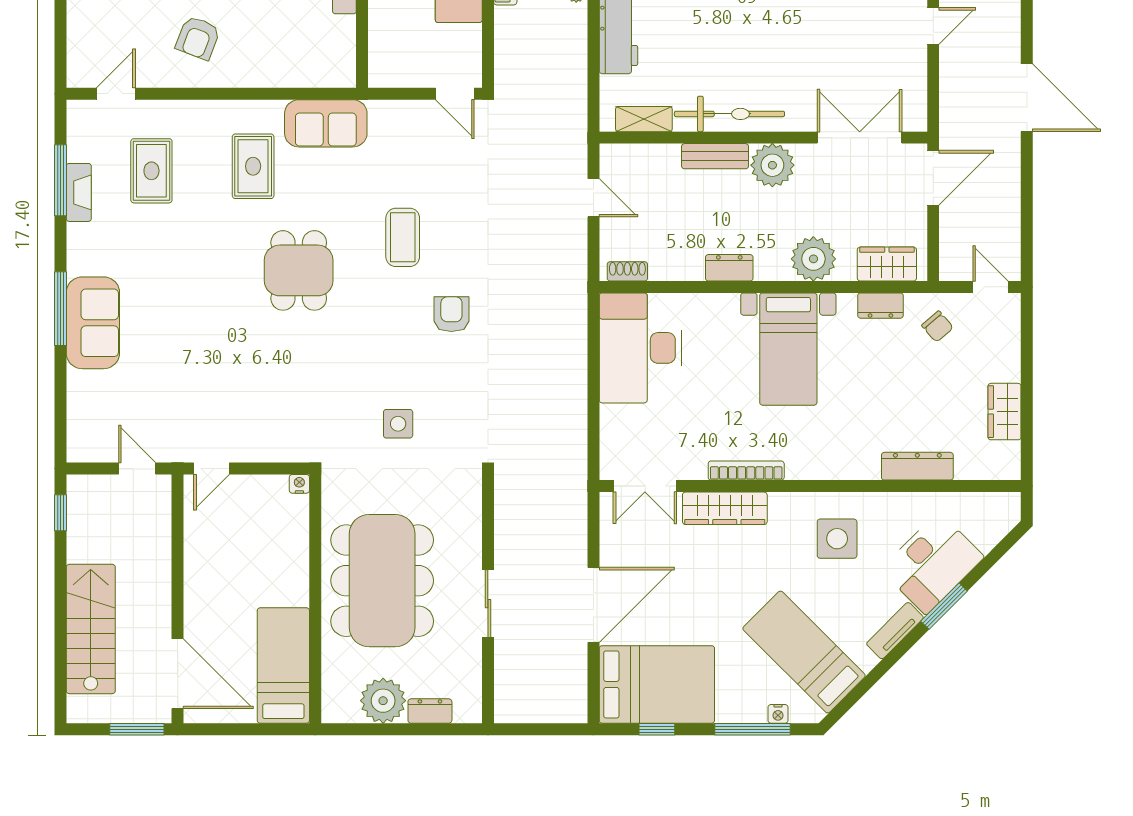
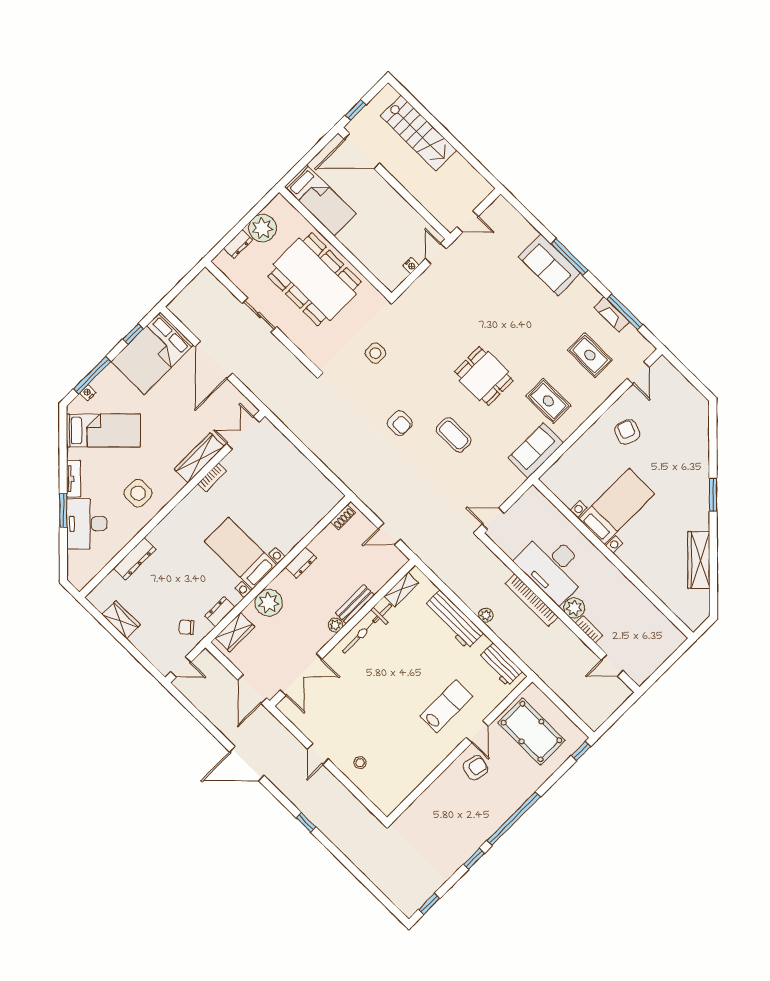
plant: (772, 165) -> (335, 625), width x0.53, depth x0.53
desk: (641, 348) -> (304, 490), removed
bookcase: (746, 471) -> (212, 477), width x0.64
nightstand: (299, 484) -> (411, 266), moved
window: (60, 513) -> (481, 170), removed
window: (137, 729) -> (356, 110), width x0.67

